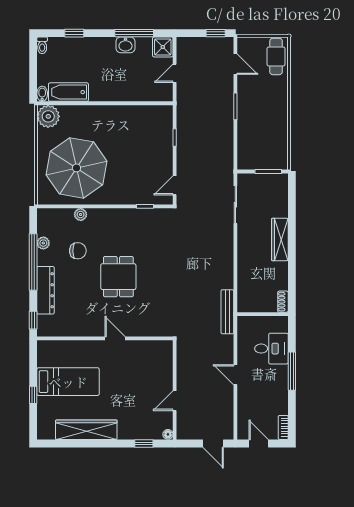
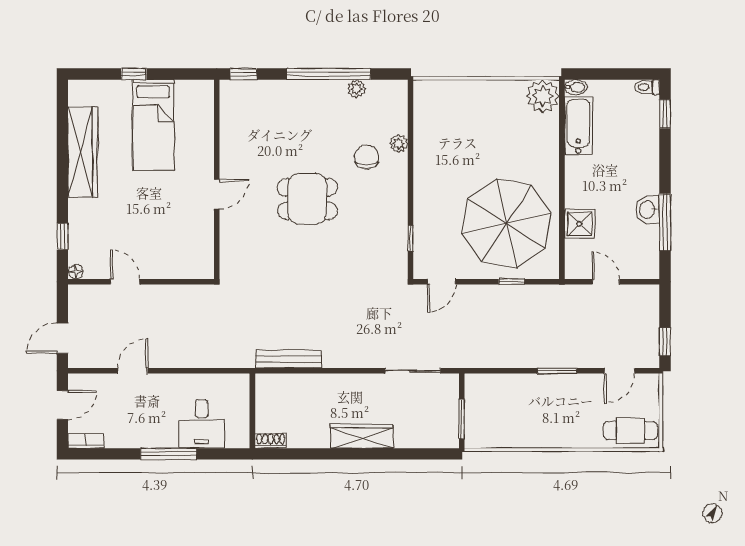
window: (74, 33) -> (665, 114), moved
shower: (163, 47) -> (579, 224), moved
parasol: (76, 168) -> (506, 224), moved
door: (175, 185) -> (441, 282), swing flipped
chair: (78, 251) -> (367, 157), moved, turned 180
dresser: (46, 290) -> (287, 92), removed
bench: (227, 312) -> (289, 359), moved
door: (235, 375) -> (133, 371), moved

